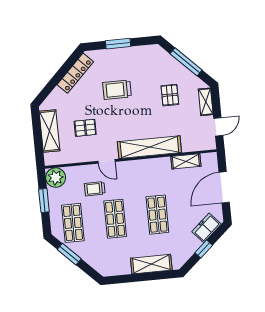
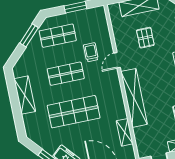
plant: (56, 178) -> (97, 16), removed
shop shelf: (157, 215) -> (74, 112), width x1.43, depth x1.36
shelving: (151, 264) -> (25, 95), moved

